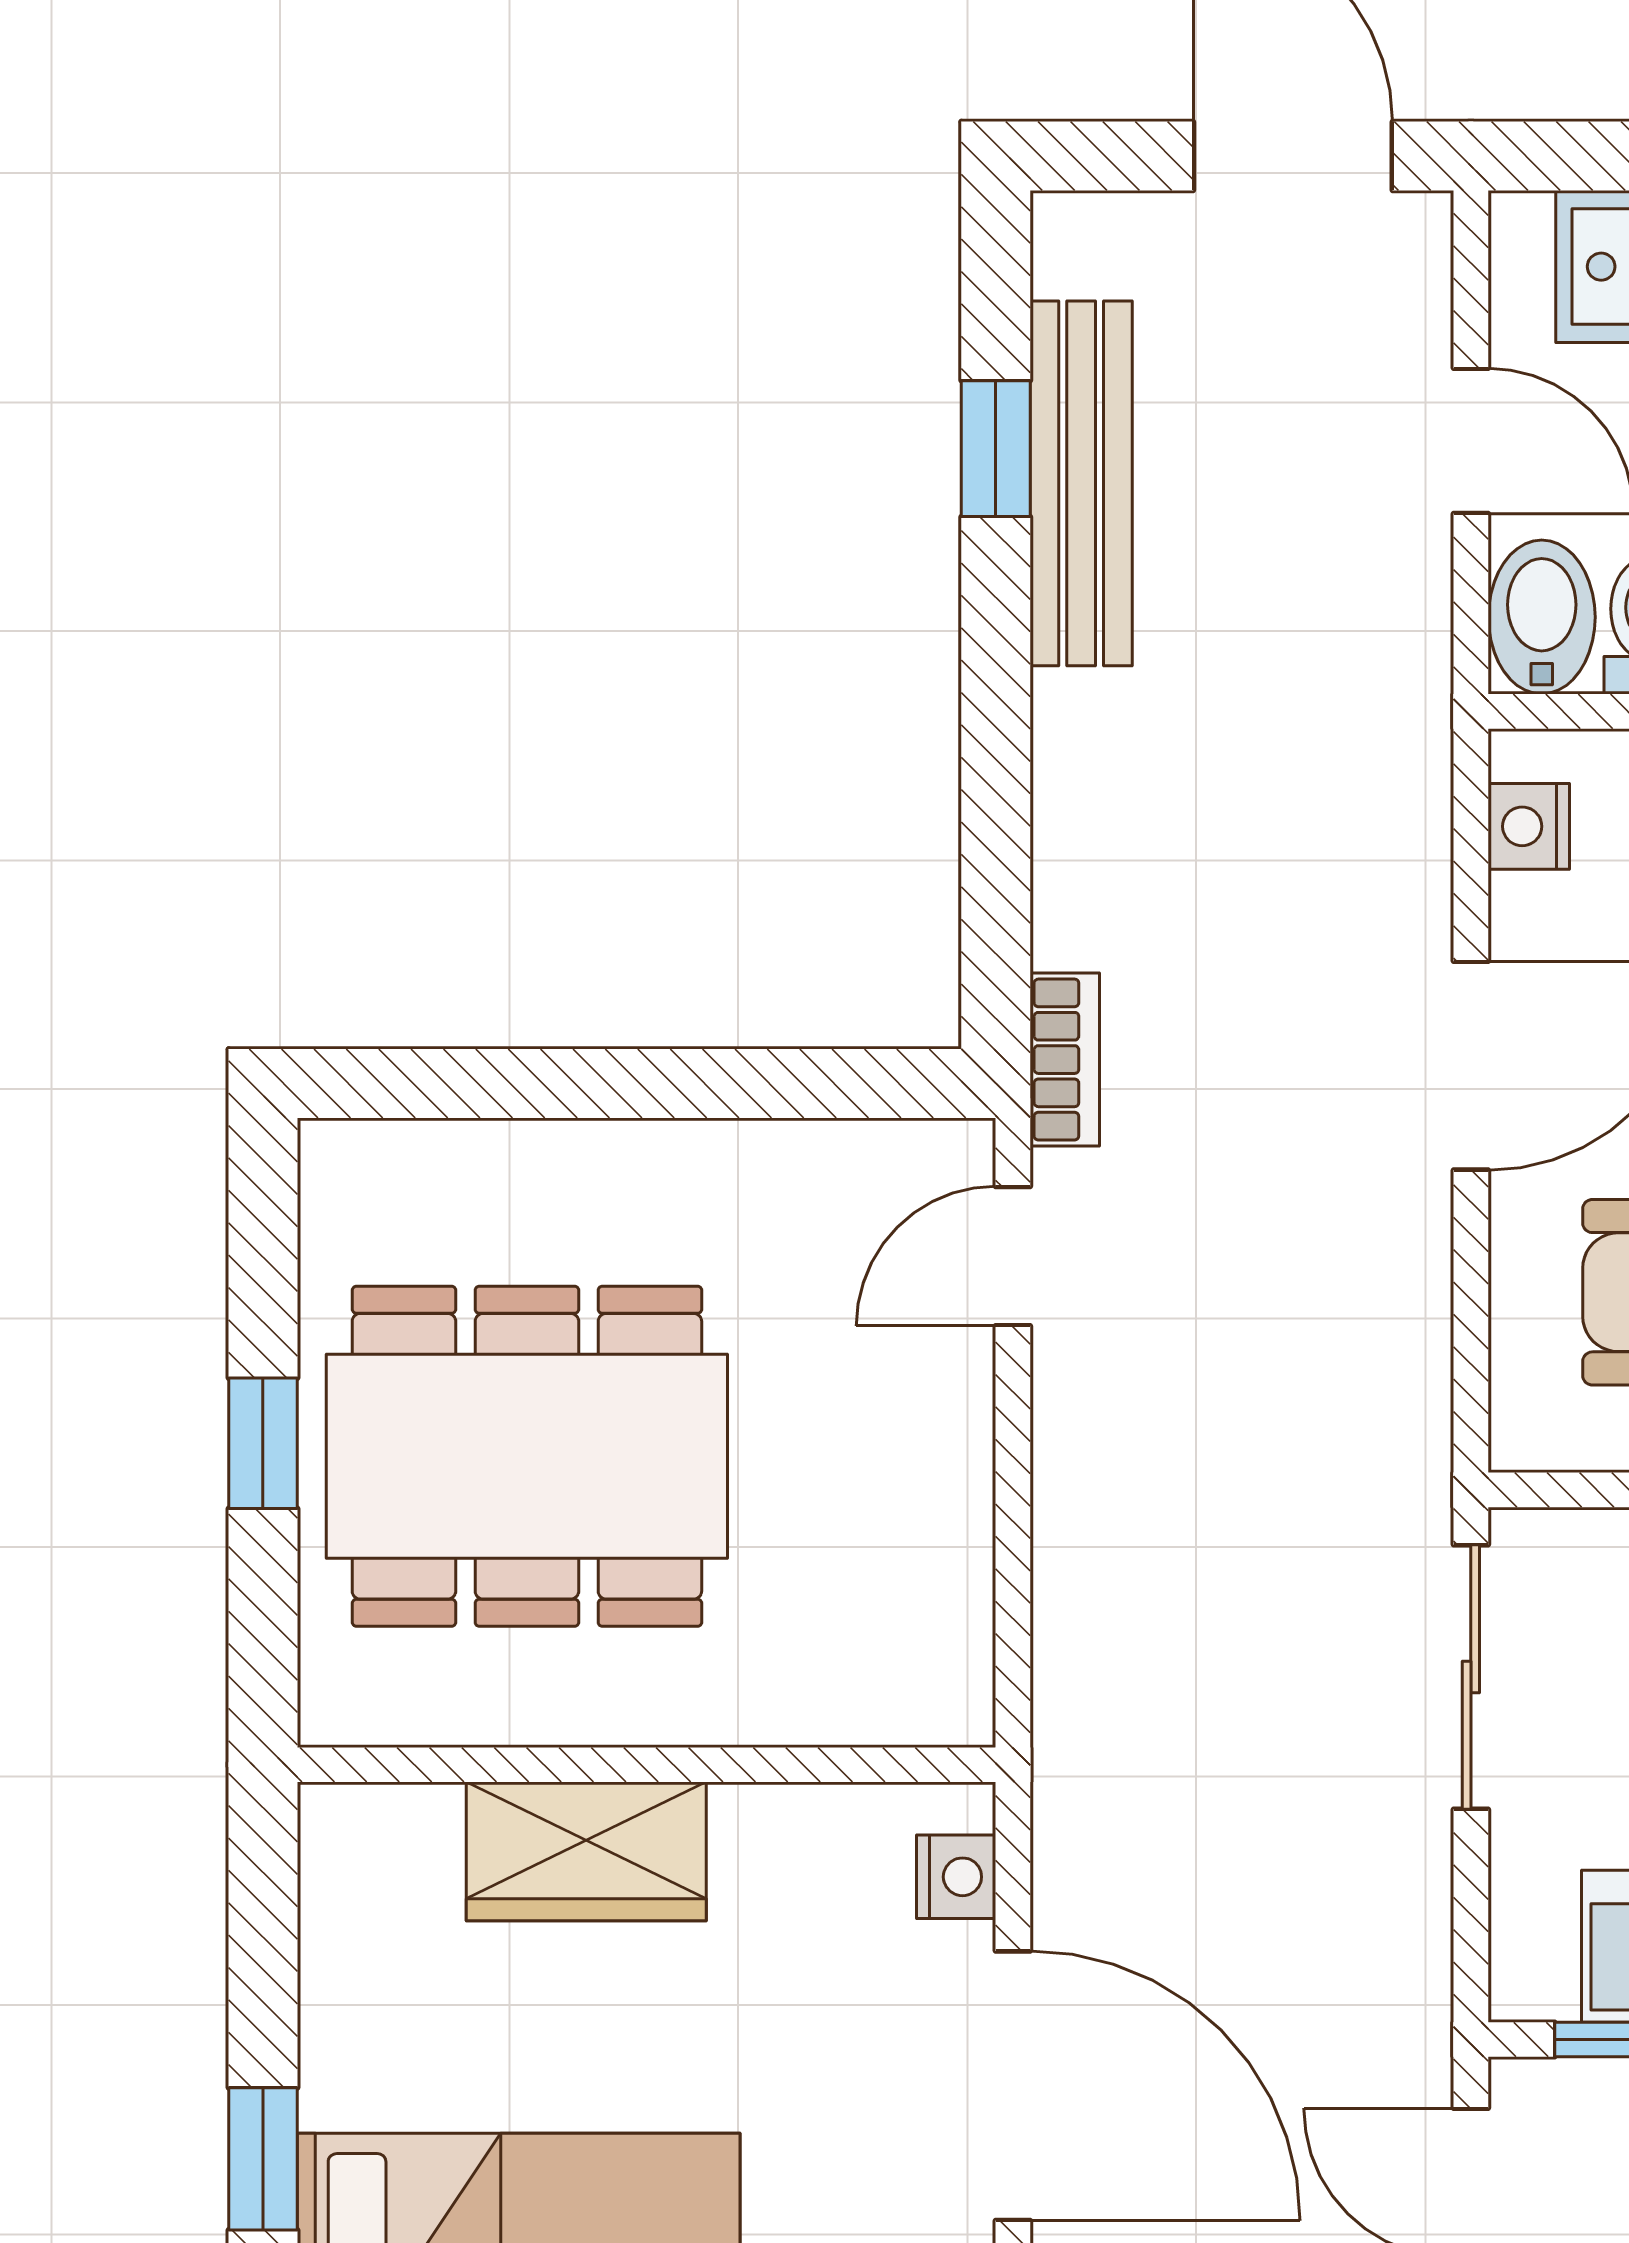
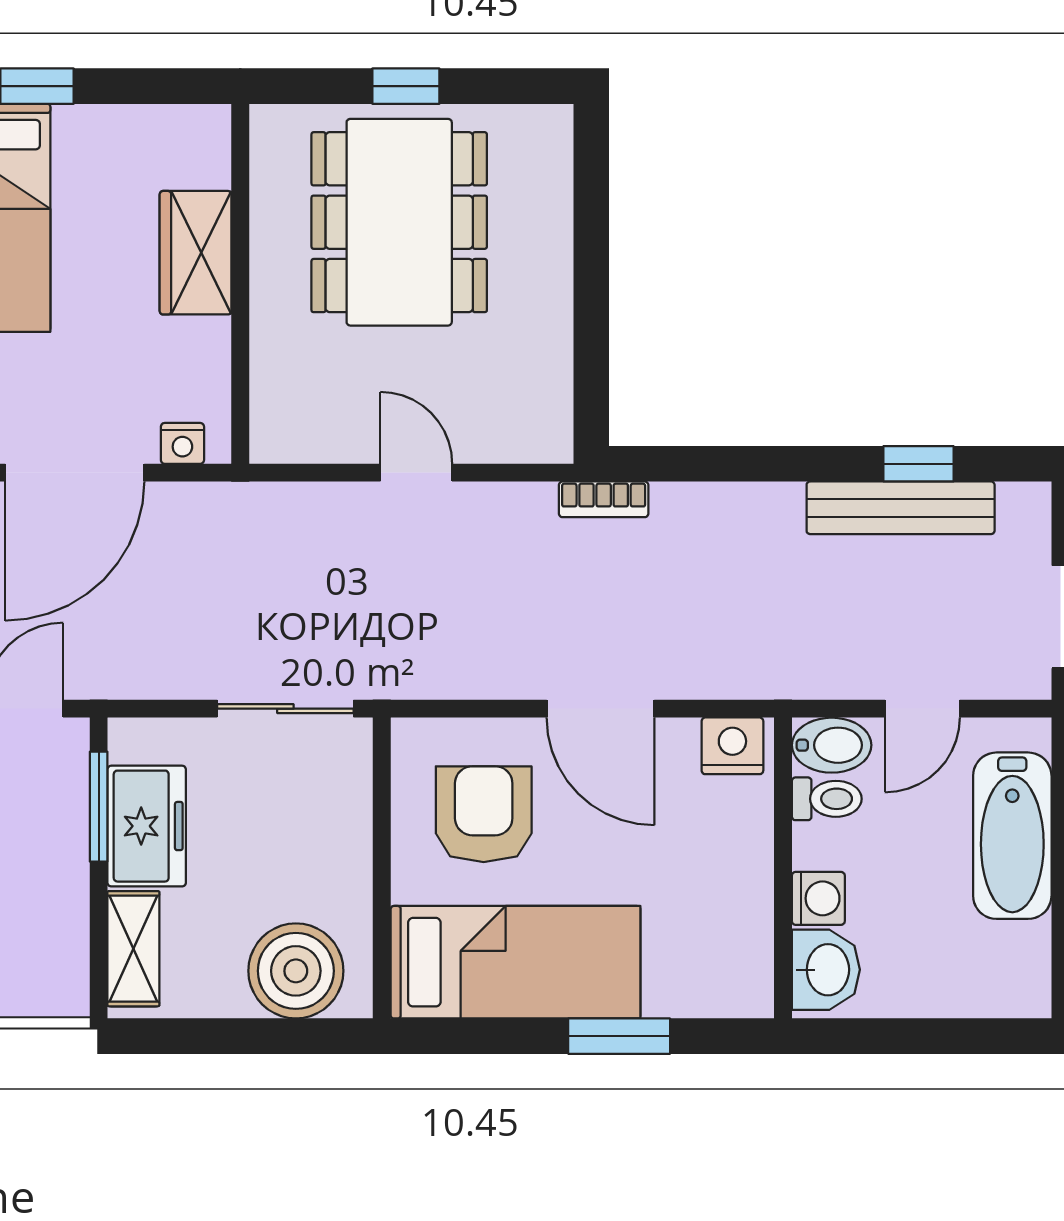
nightstand: (1529, 826) -> (732, 746), width x1.39, depth x1.35
door: (1013, 1256) -> (416, 473), moved

